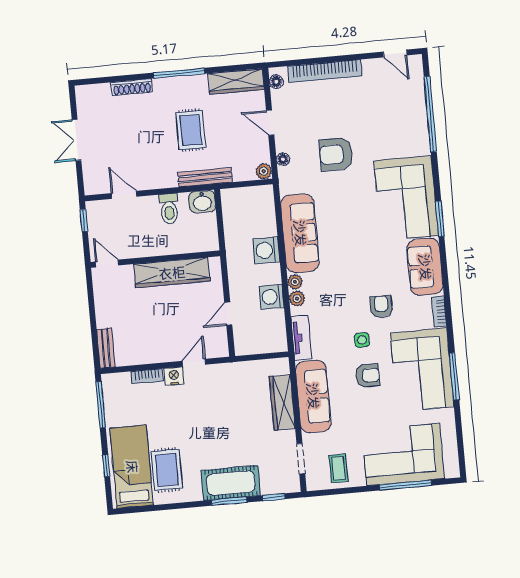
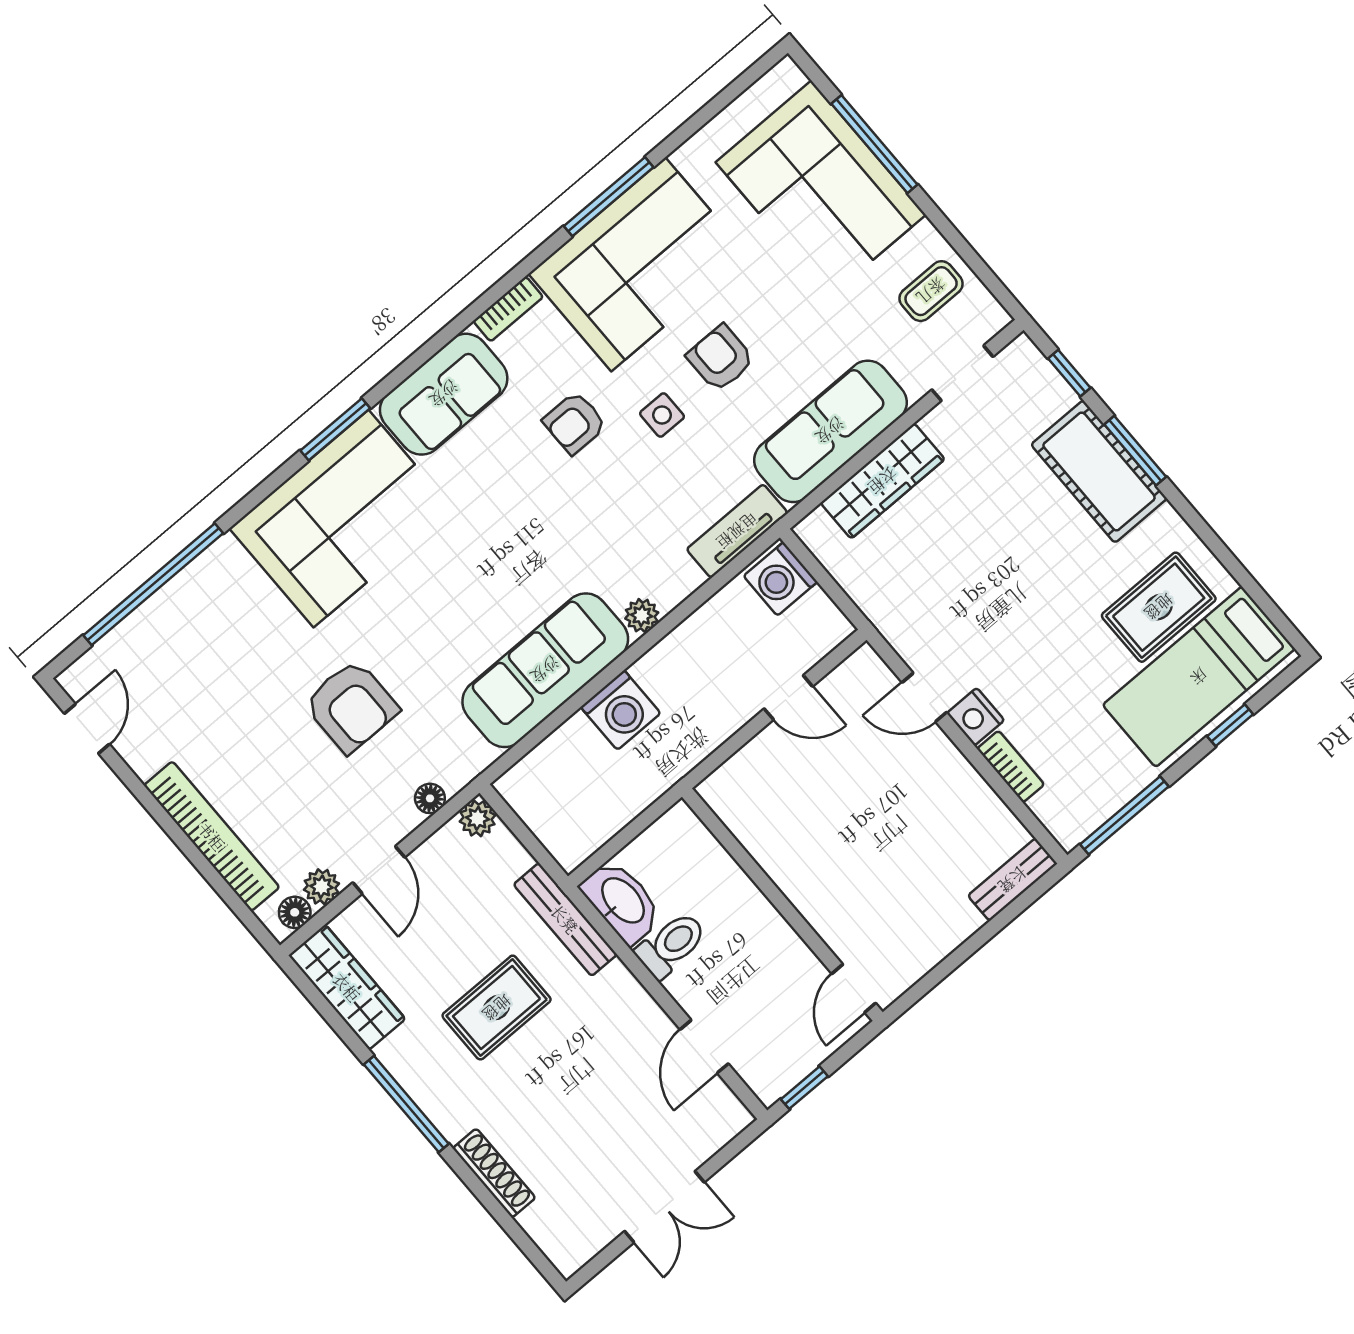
washbasin: (202, 202) -> (622, 901), width x1.38
wardrobe: (172, 273) -> (786, 856), removed
washing machine: (272, 297) -> (780, 579), moved, turned 90
plant: (297, 299) -> (321, 887), moved

